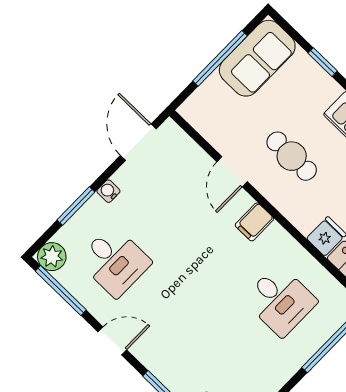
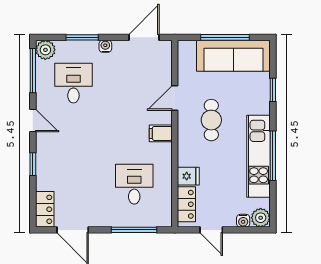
sofa: (257, 58) -> (233, 56), width x1.36
desk: (114, 261) -> (73, 83), turned 180
desk: (280, 300) -> (134, 184), turned 180

